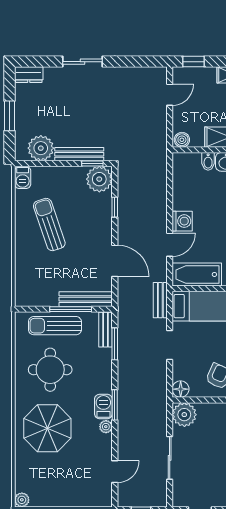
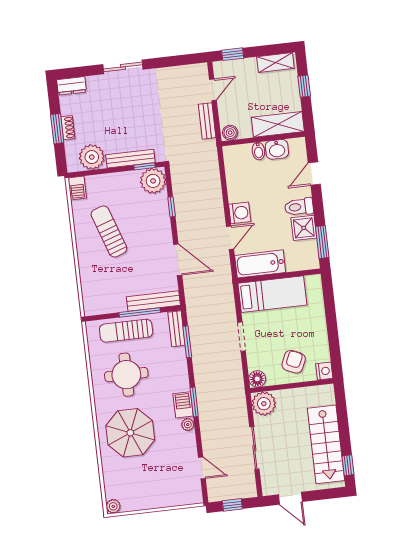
shoe rack: (20, 116) -> (68, 128), added
bench: (160, 300) -> (207, 121), moved
door: (115, 472) -> (202, 468), hinge flipped

